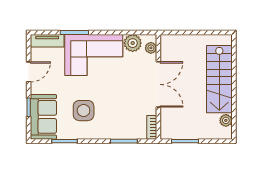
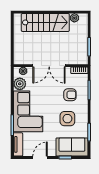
door: (29, 72) -> (40, 158), hinge flipped
double door: (158, 84) -> (49, 66), swing flipped
armchair: (117, 114) -> (70, 95), added

